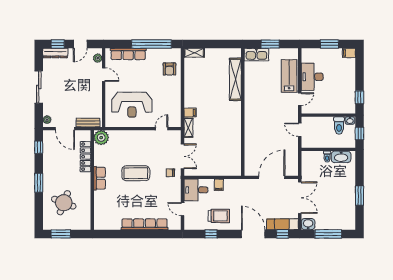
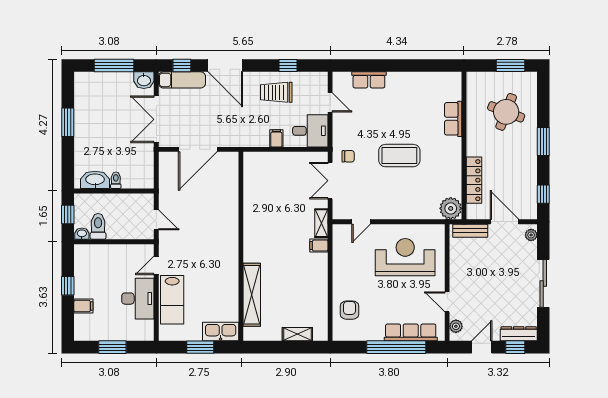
window: (151, 44) -> (396, 347), moved
shelving: (194, 53) -> (297, 334), moved
filing cabinet: (349, 53) -> (83, 306), moved
window: (359, 97) -> (68, 286), moved
row of seats: (100, 178) -> (453, 119), moved
row of seats: (145, 224) -> (369, 80), width x0.50

